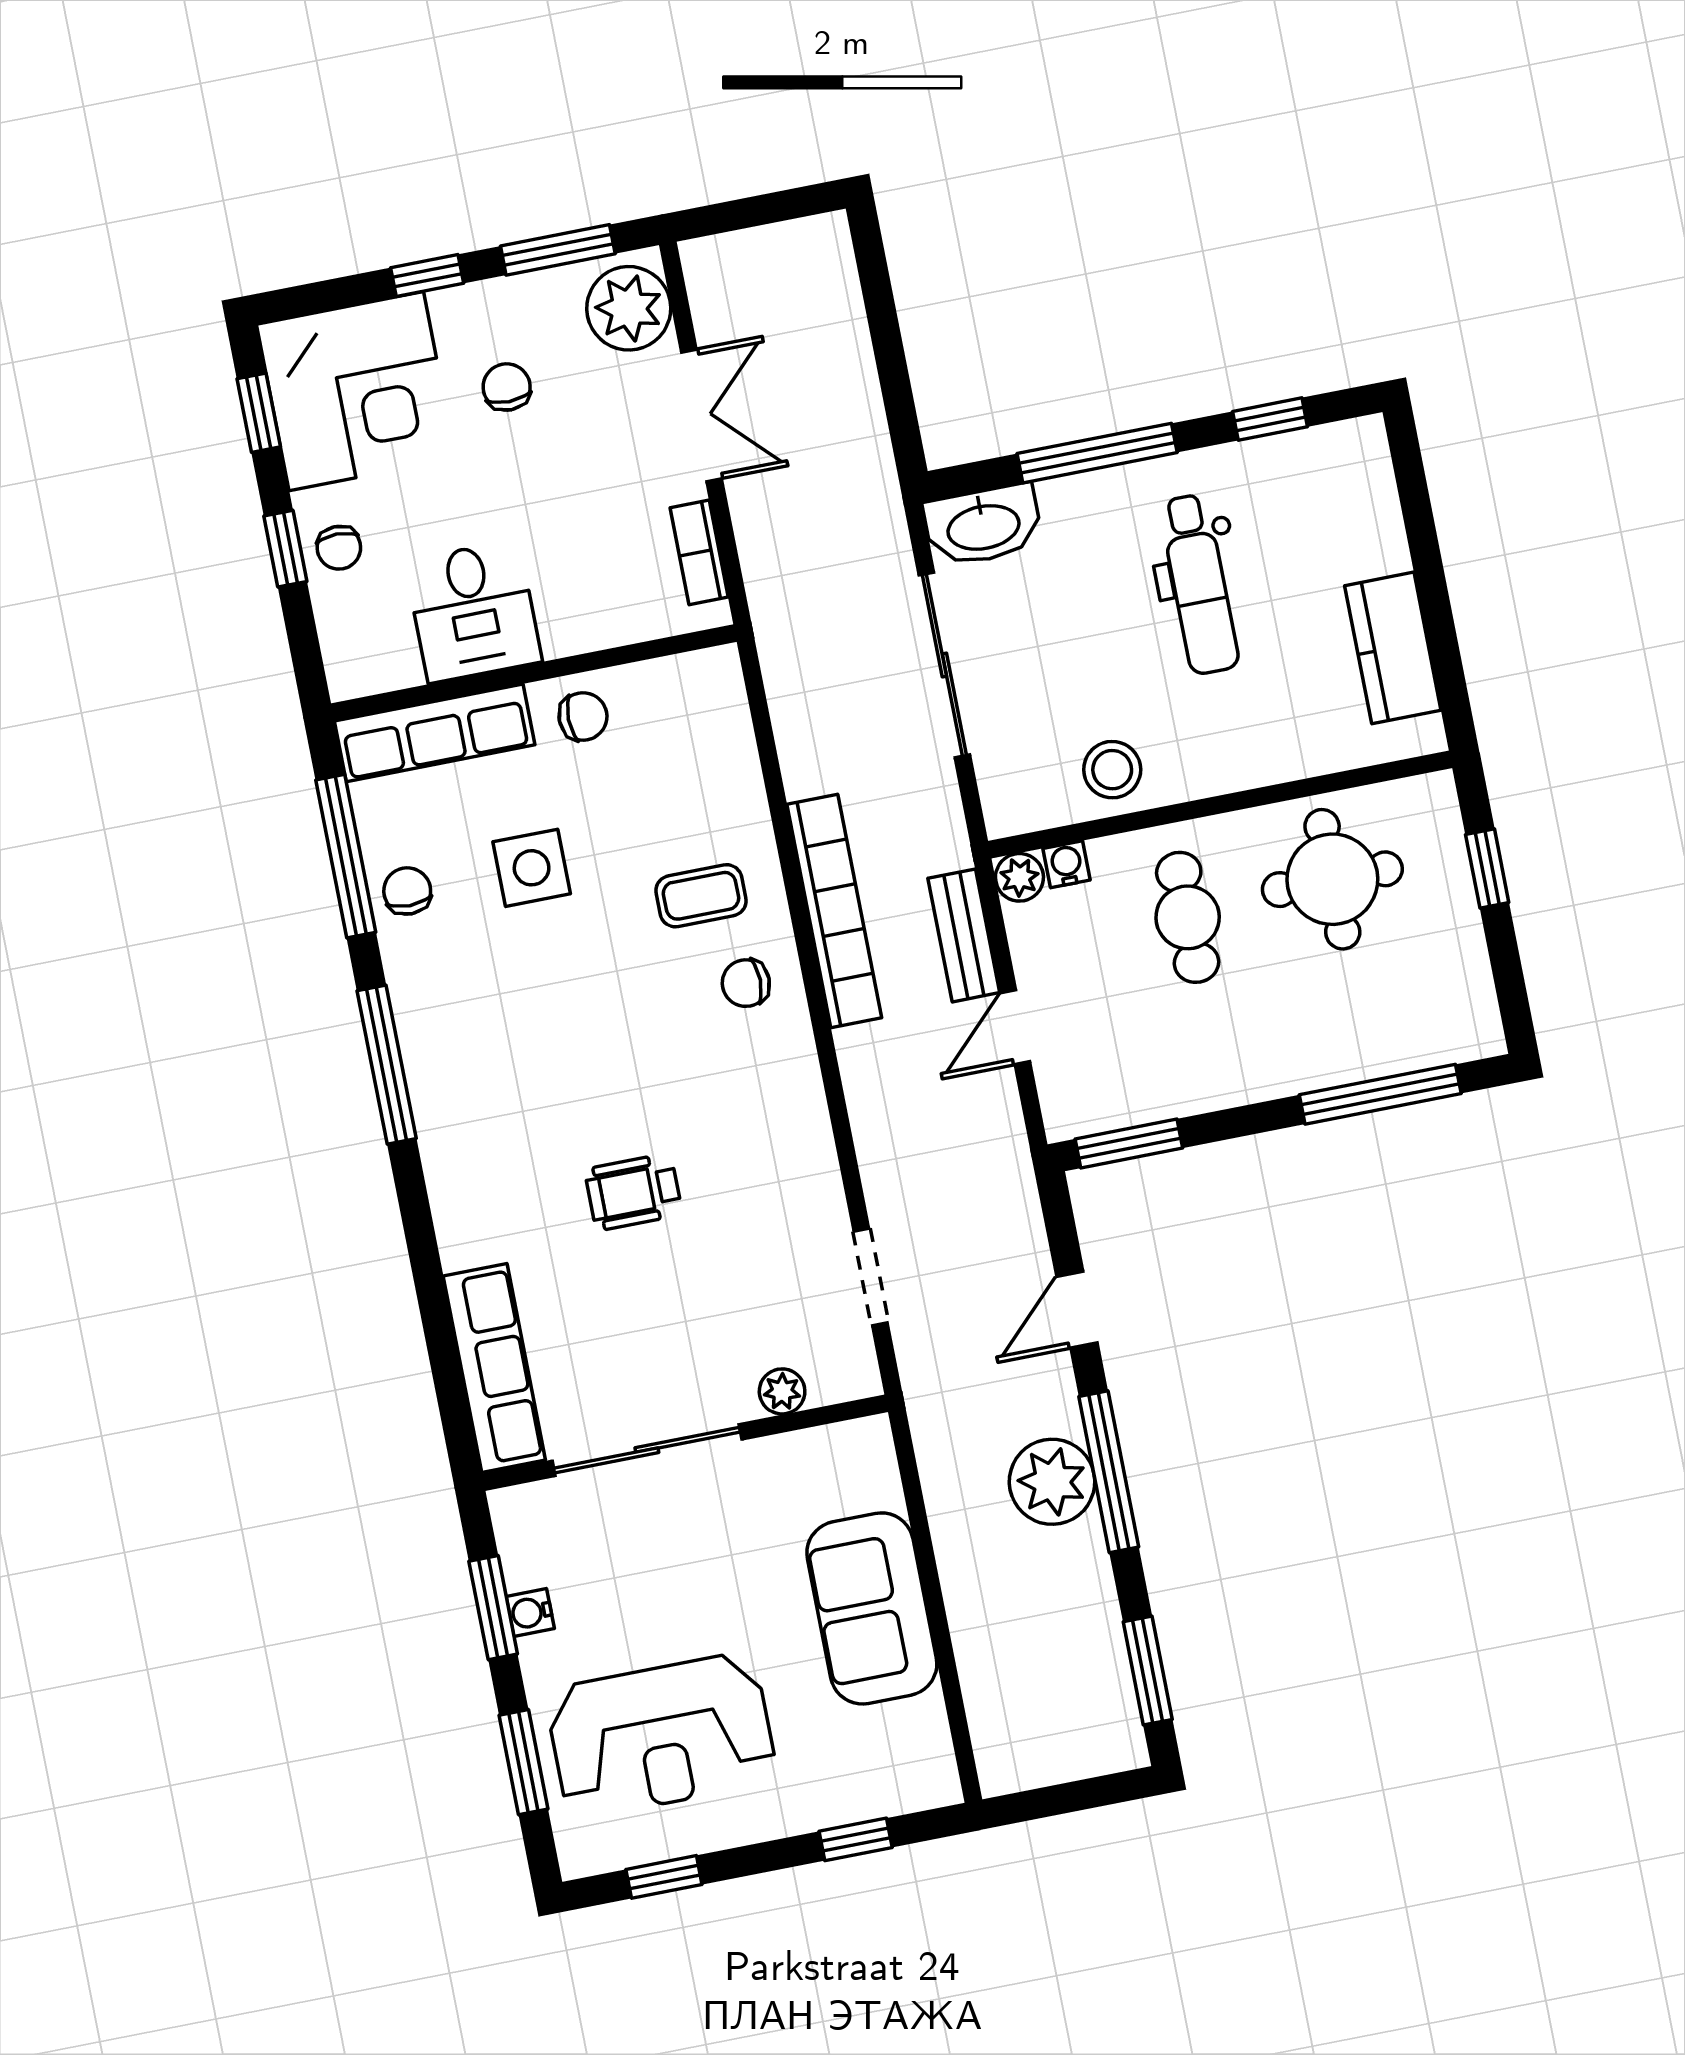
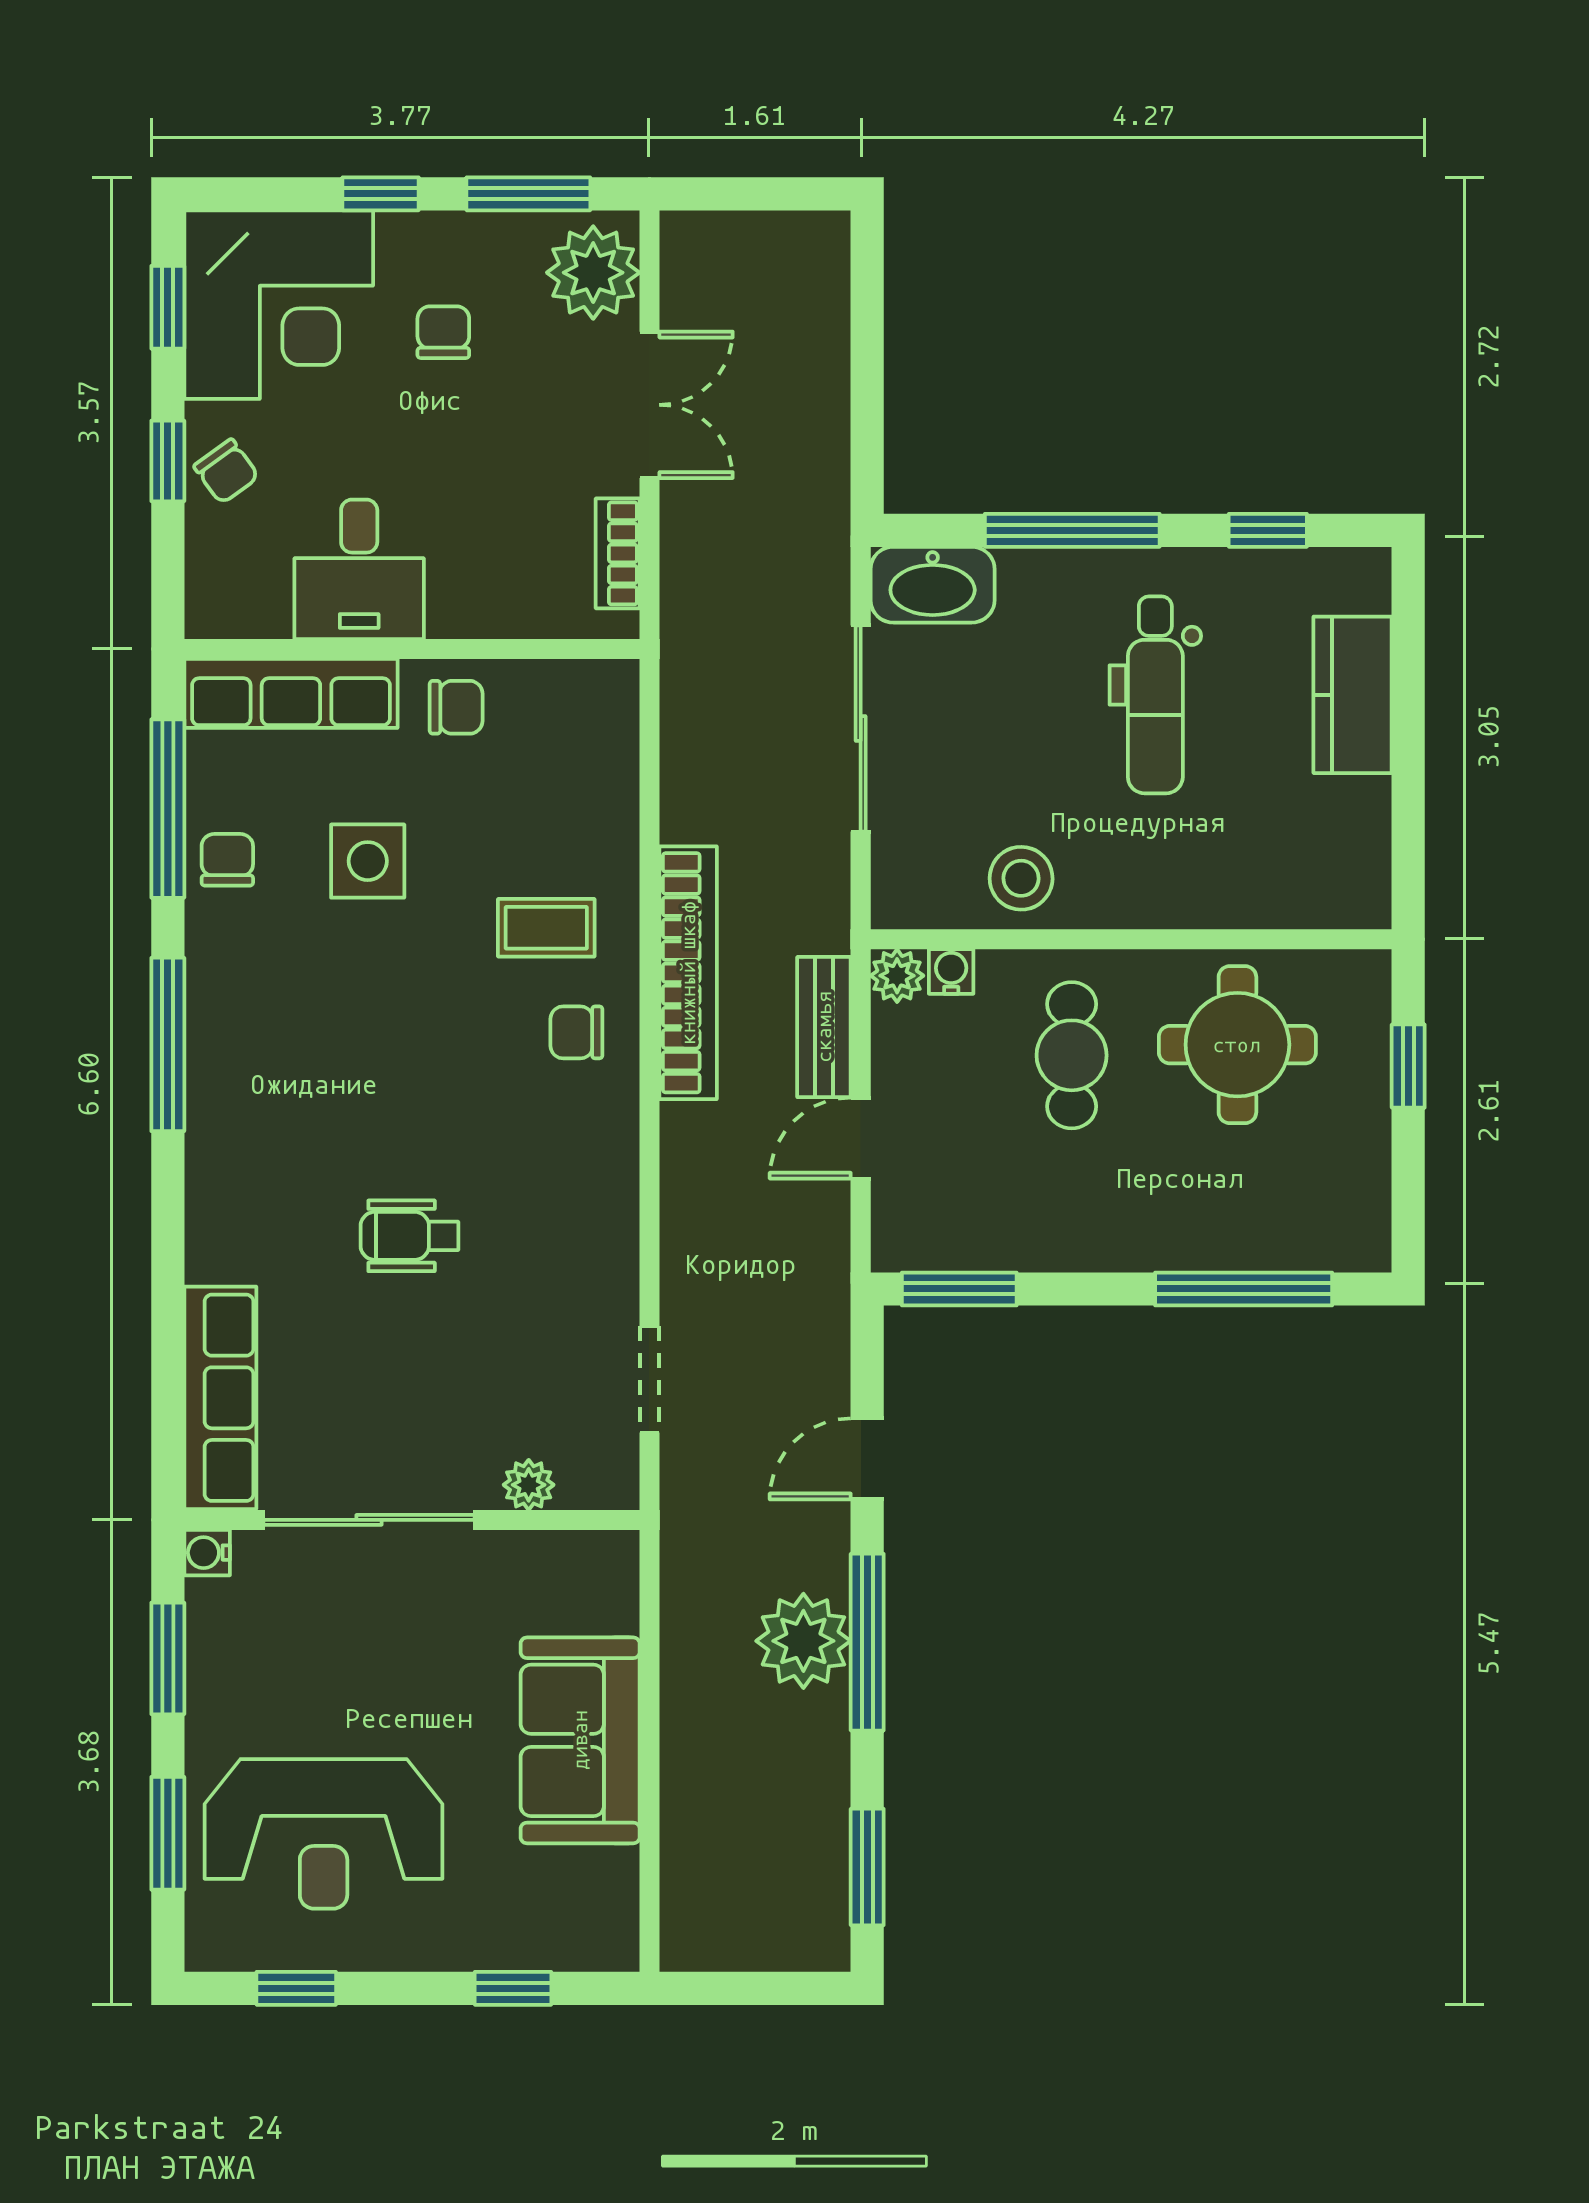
chair: (339, 548) -> (226, 471), turned -36
kitchen counter: (1393, 648) -> (1353, 695), moved
water cooler: (530, 1613) -> (207, 1553), moved

